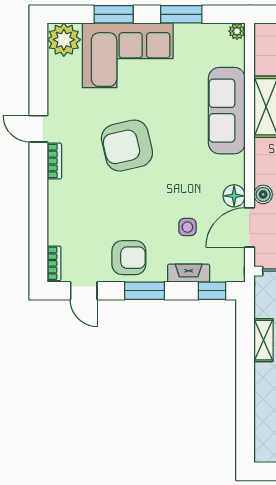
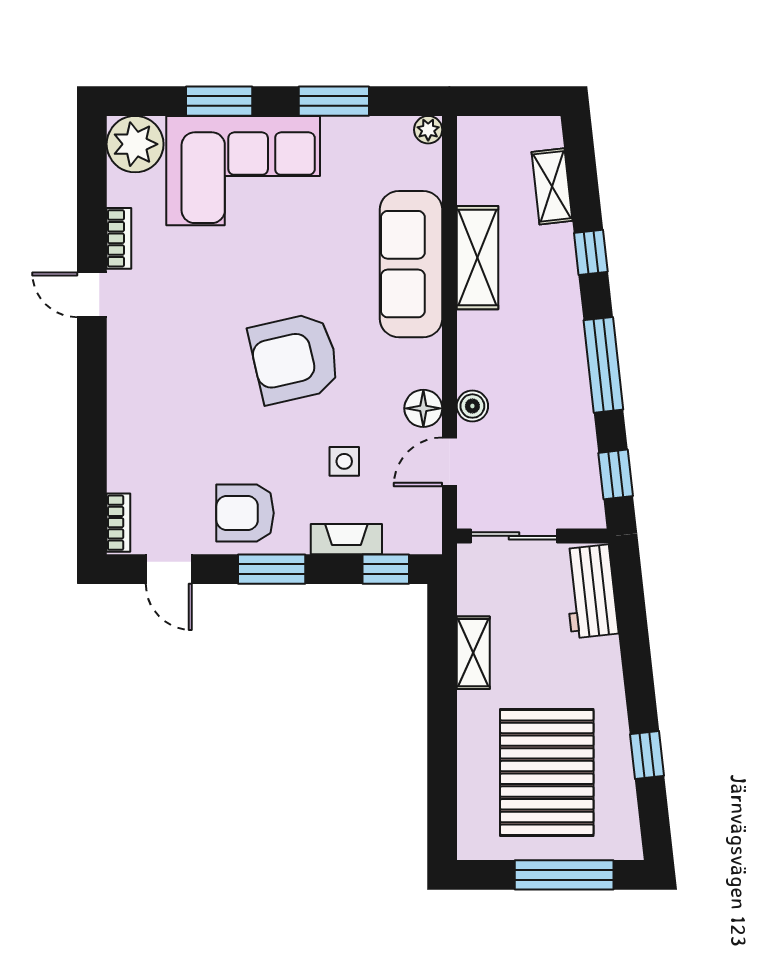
armchair: (127, 146) -> (294, 358), moved
bookcase: (54, 161) -> (119, 238), moved
door: (250, 227) -> (449, 462), width x0.73
armchair: (129, 258) -> (245, 513), turned 180

